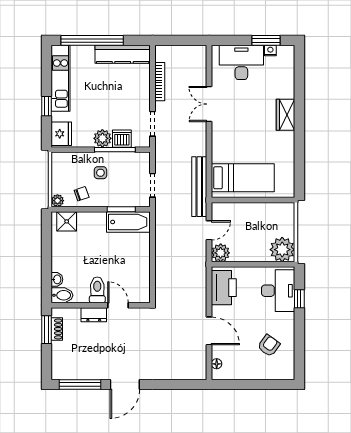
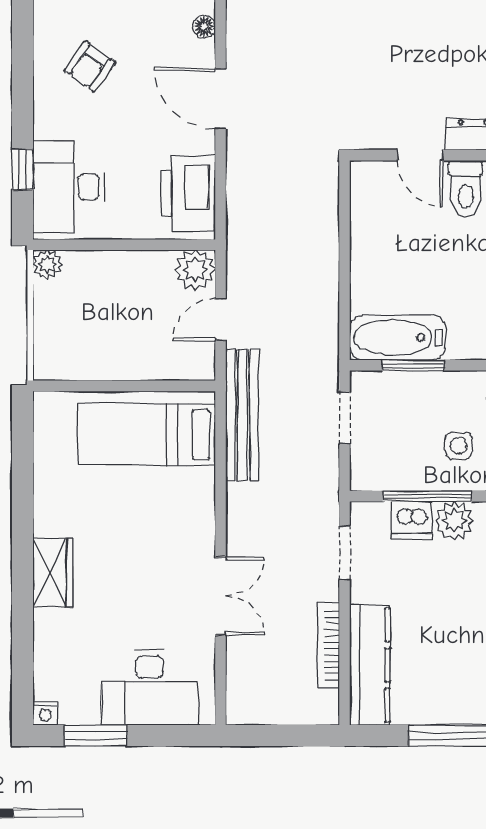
nightstand: (270, 51) -> (45, 713), moved
kitchen counter: (123, 54) -> (370, 665), moved, turned 90
plant: (282, 250) -> (47, 264), width x0.53, depth x0.53

